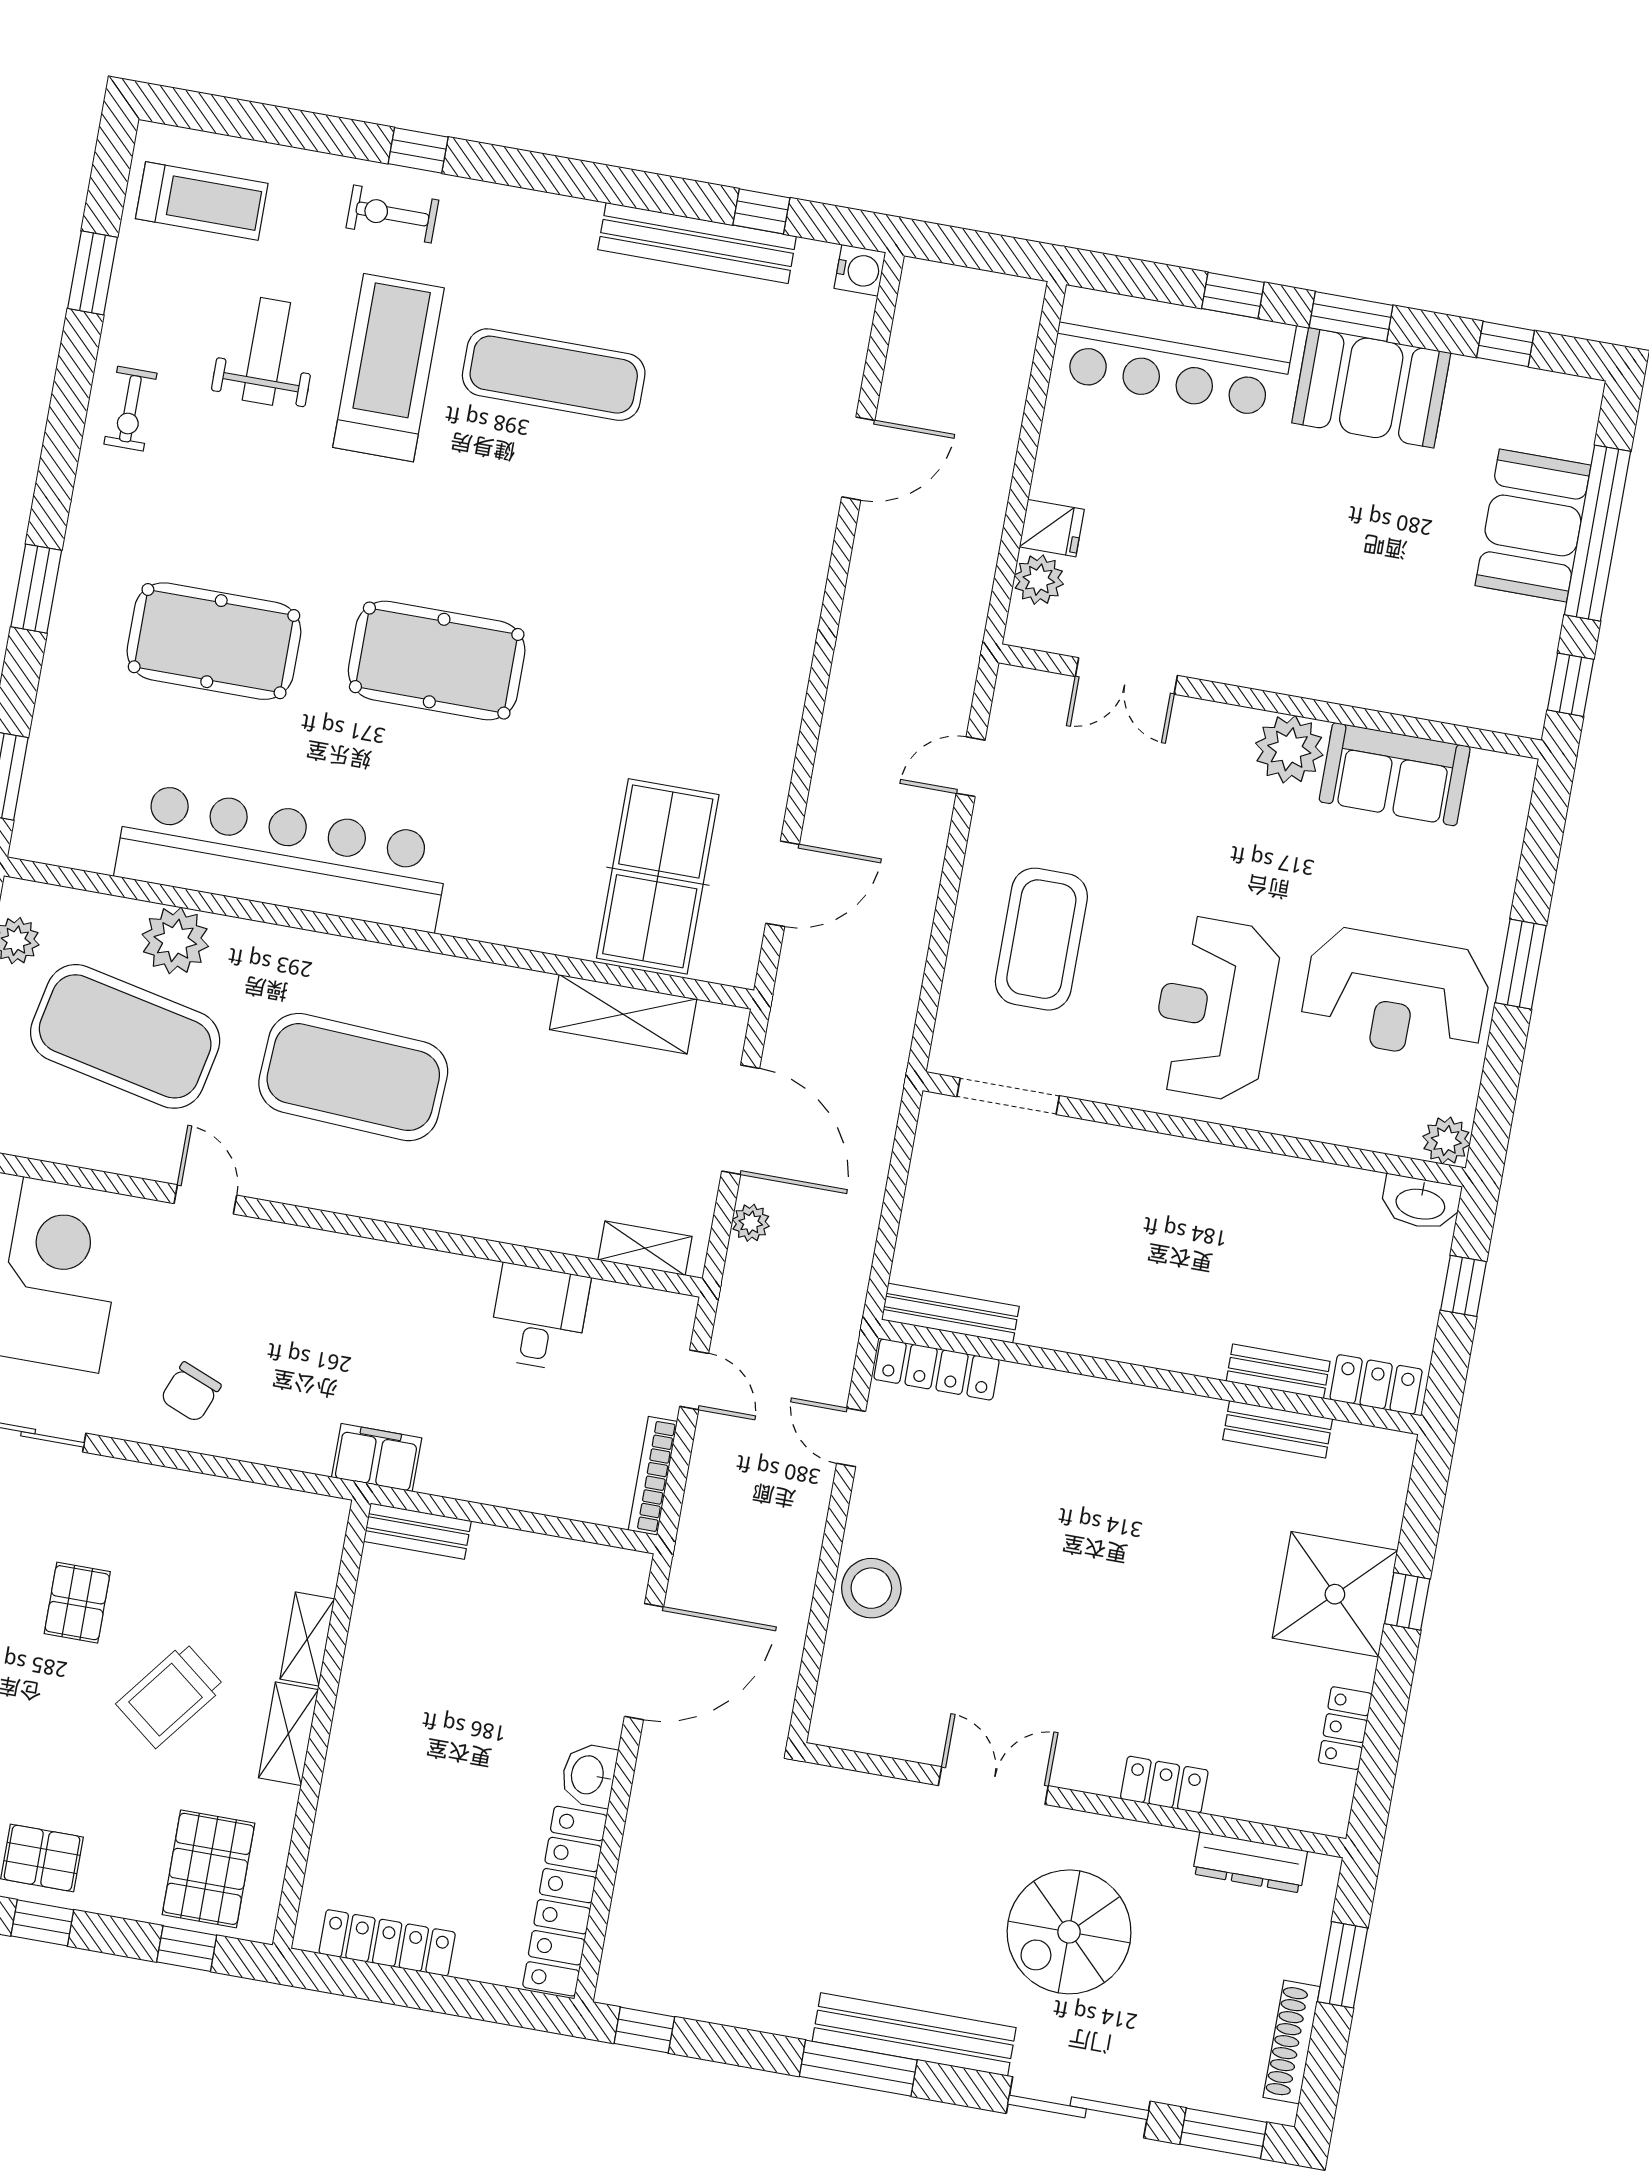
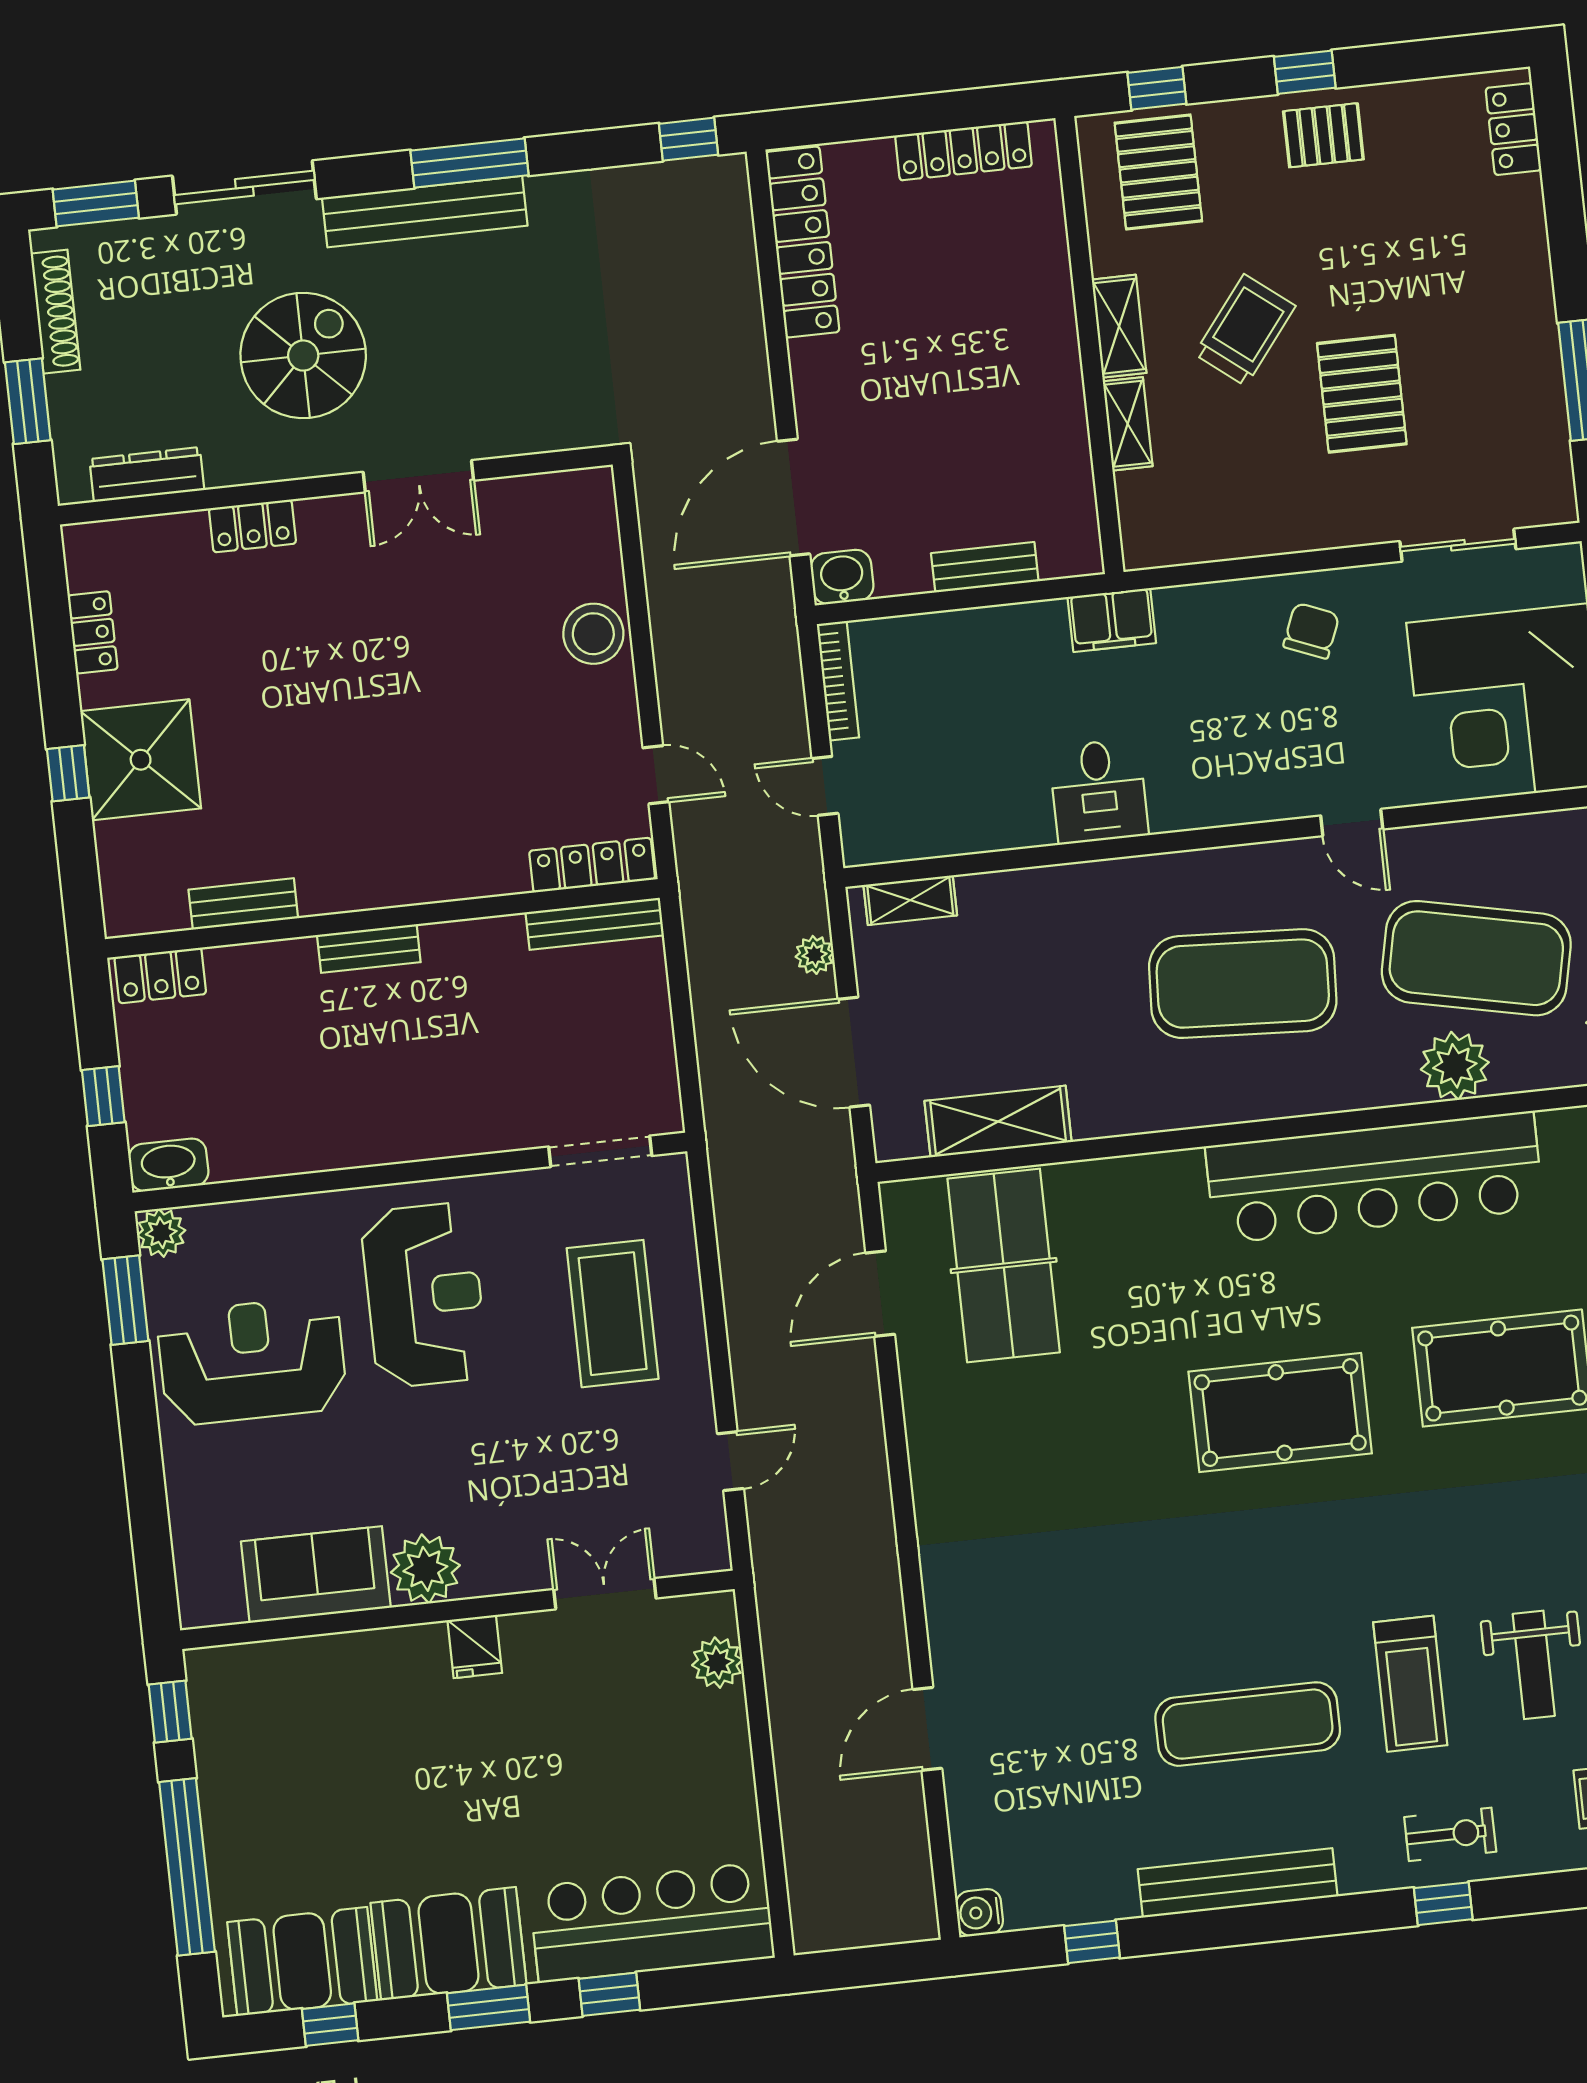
bench: (697, 243) -> (1238, 1883), moved
treadmill: (389, 368) -> (1410, 1684), width x0.73, depth x0.73
booth: (1533, 525) -> (302, 1961), moved, turned 90
fridge: (1052, 528) -> (475, 1647), moved, turned -90
window: (1521, 964) -> (125, 1300), moved
desk: (539, 1317) -> (1099, 791), moved
bench: (1278, 1371) -> (369, 949), moved
bench: (417, 1531) -> (985, 567), moved
pallet: (77, 1603) -> (1362, 394), width x1.50, depth x1.42
washbasin: (589, 1775) -> (842, 577), moved, turned -90

